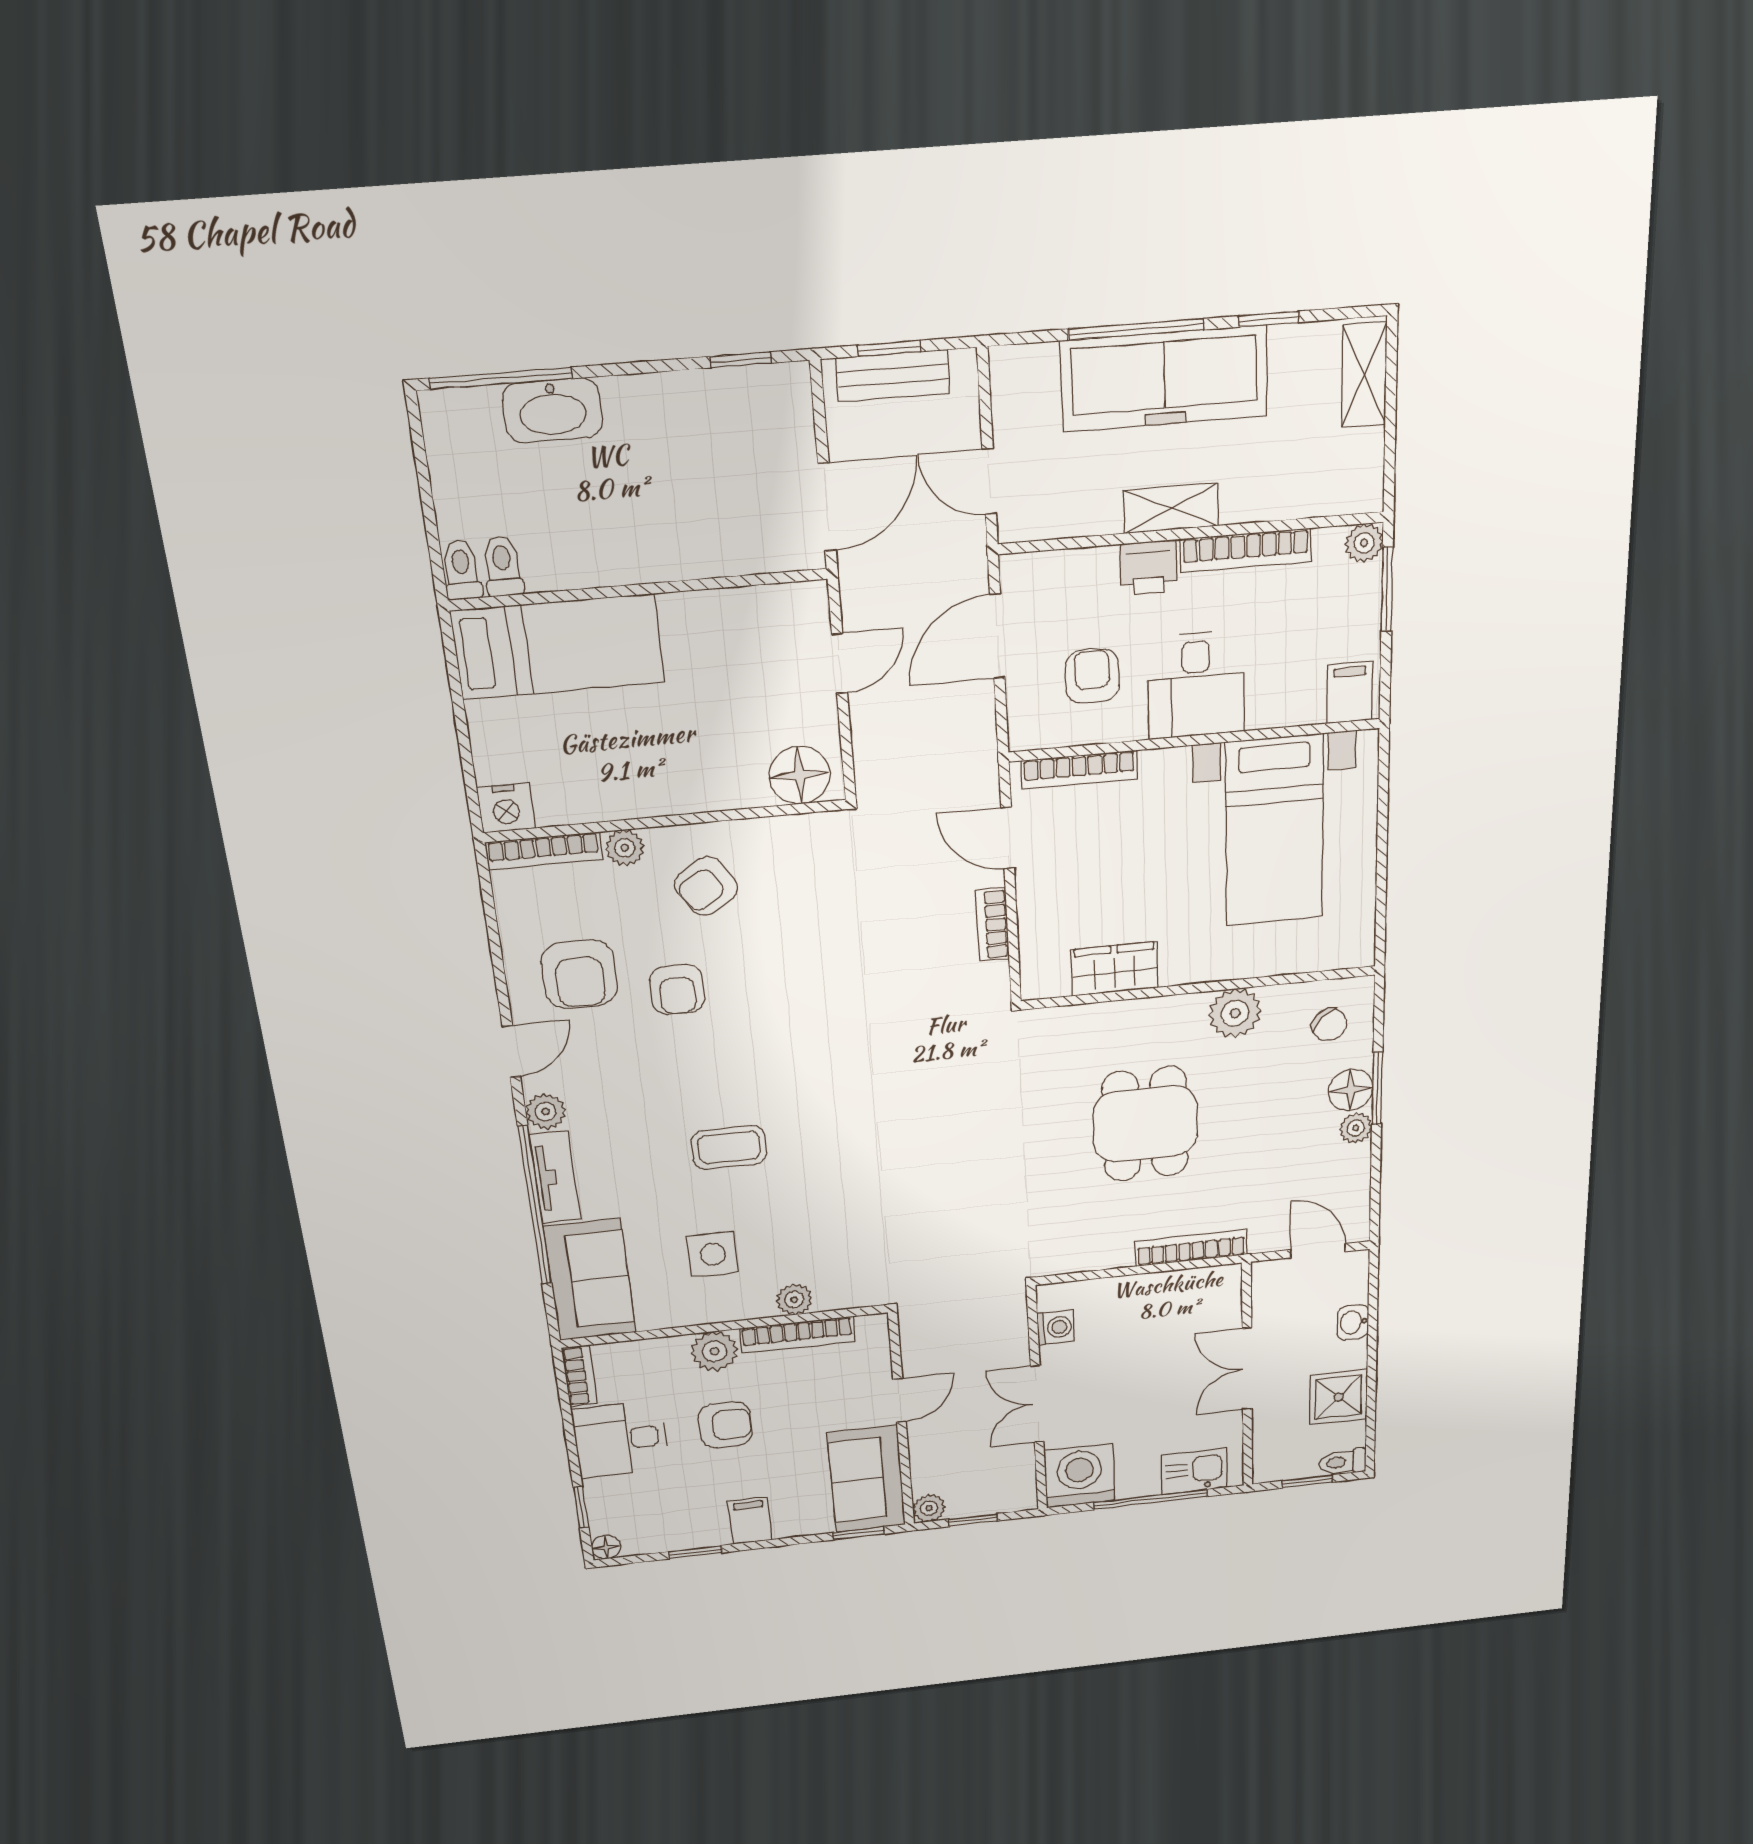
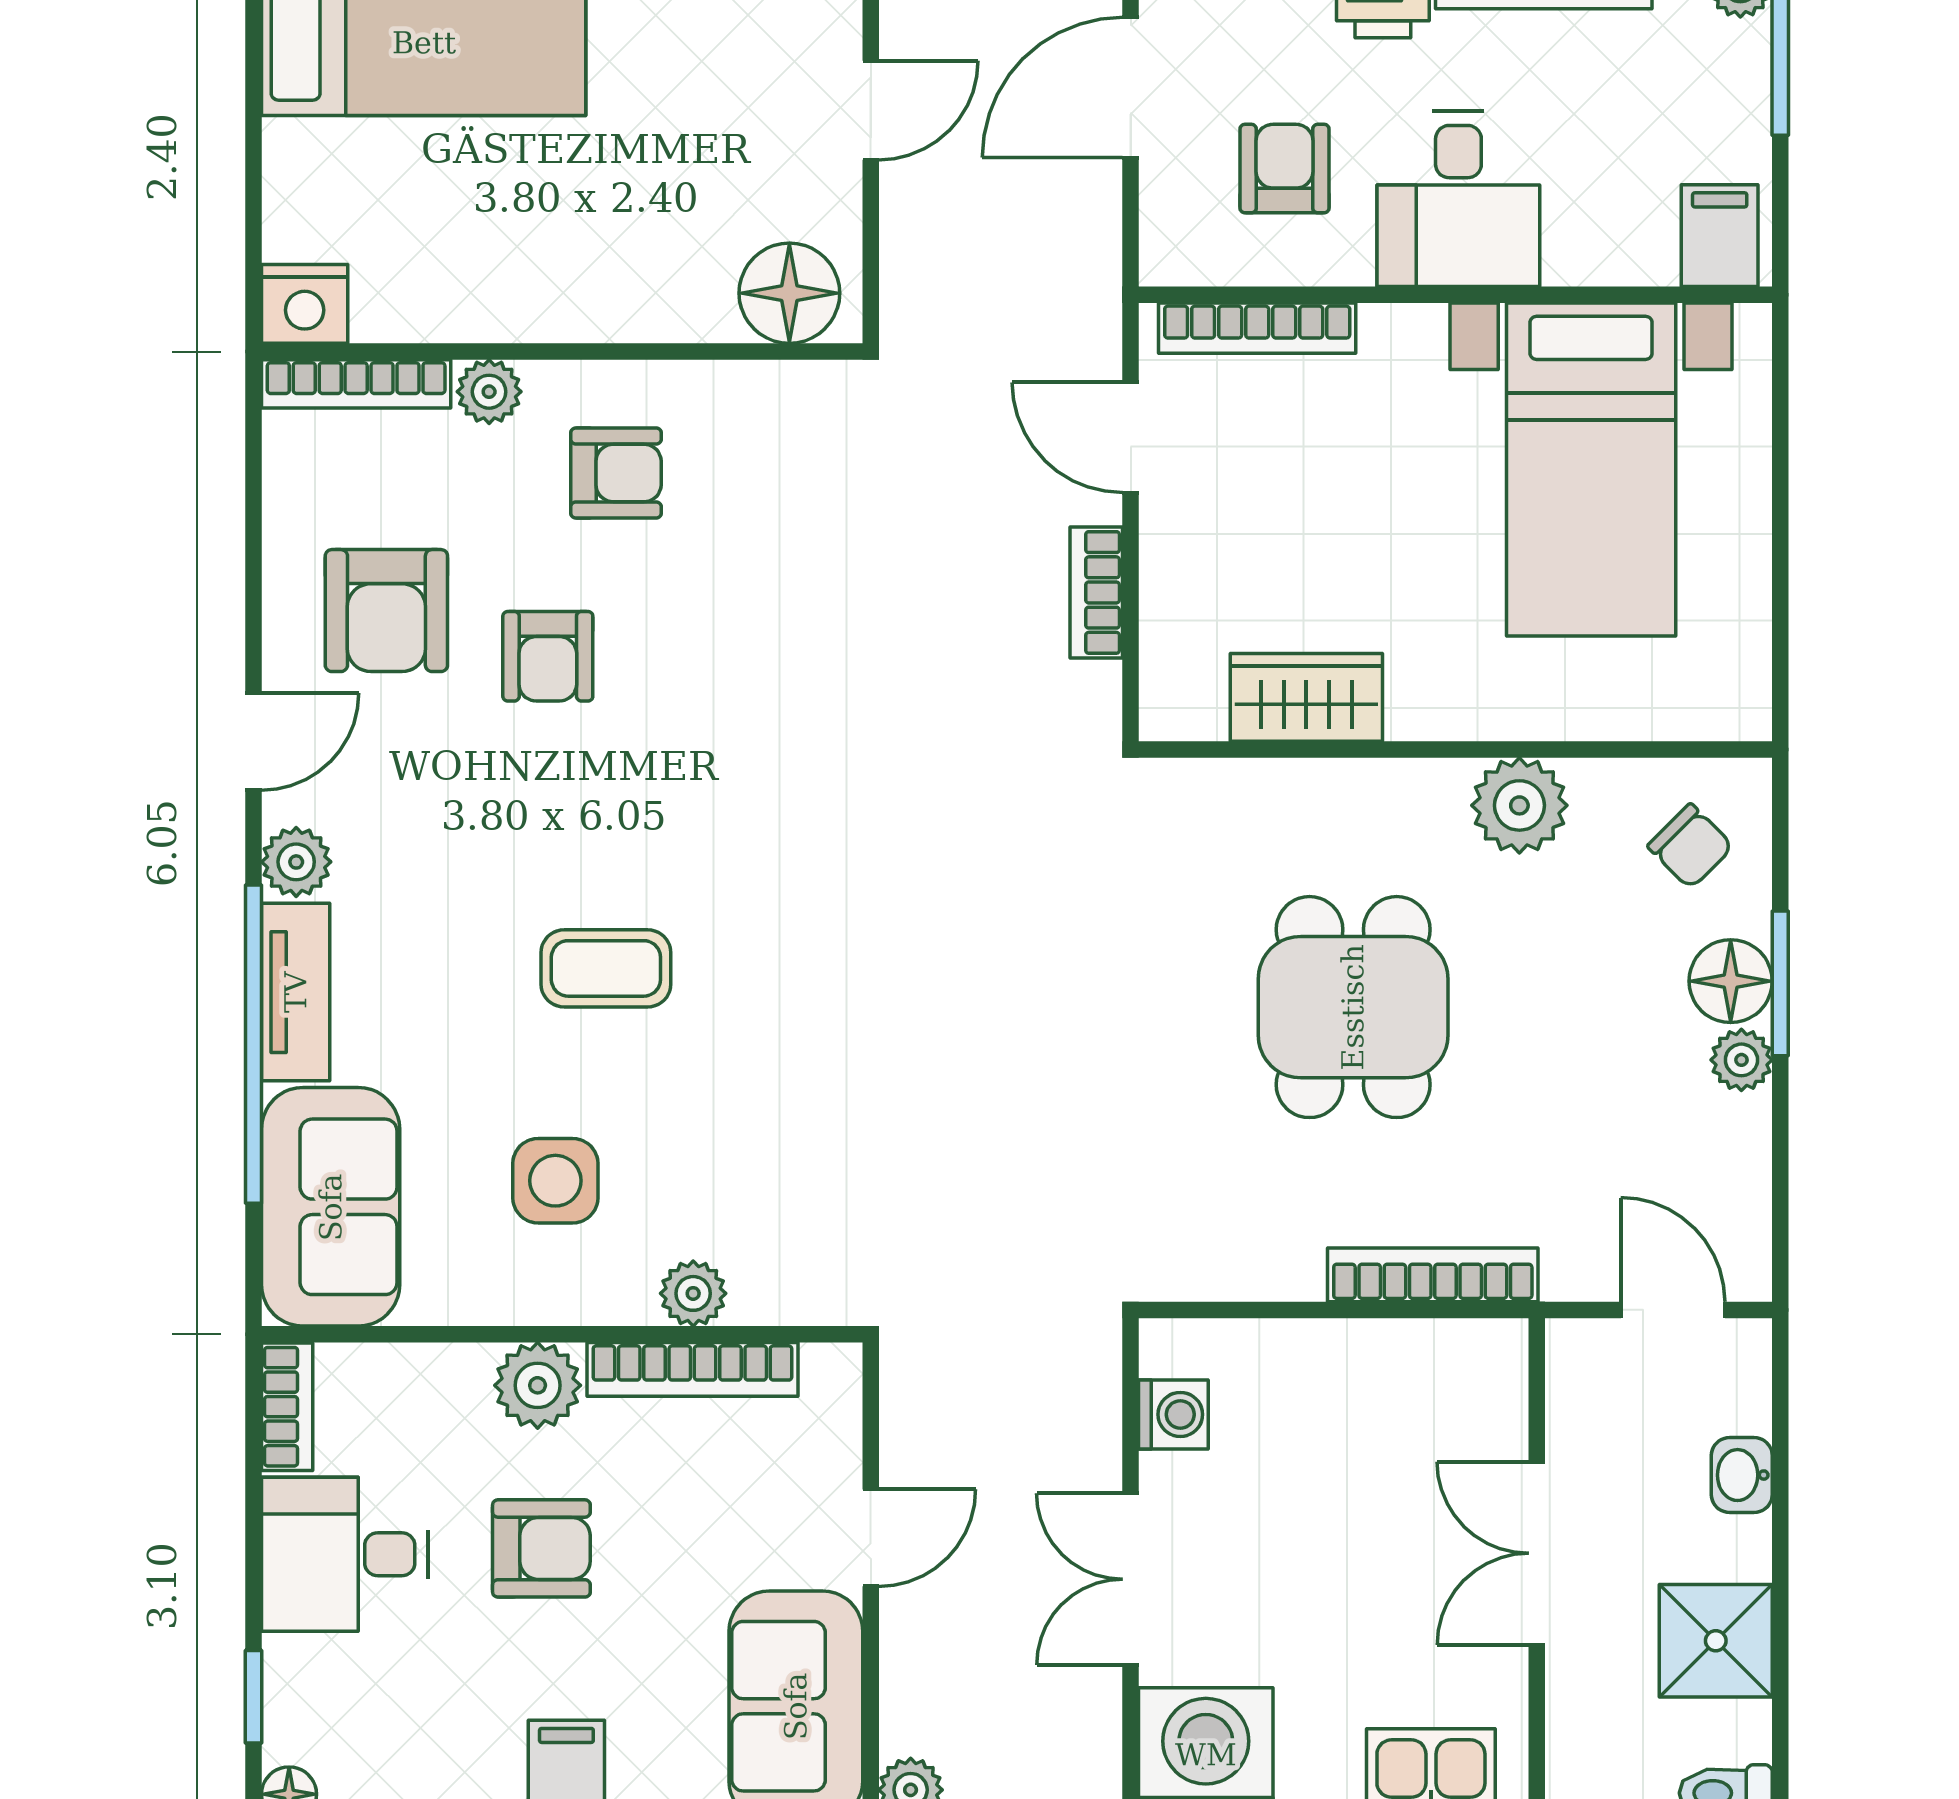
armchair: (706, 886) -> (616, 473), turned -147

